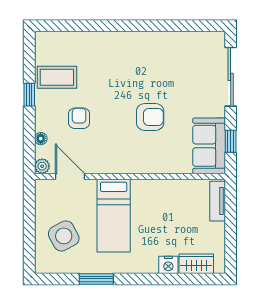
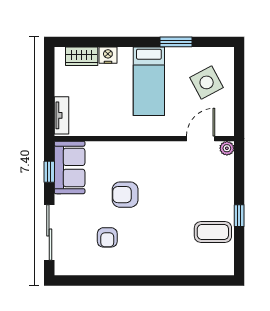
armchair: (79, 118) -> (107, 237), moved
floor lamp: (41, 139) -> (228, 174), removed
door: (70, 176) -> (201, 139), swing flipped
bed: (114, 216) -> (149, 81), moved, turned 180

